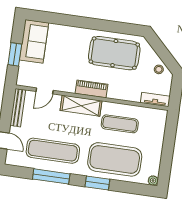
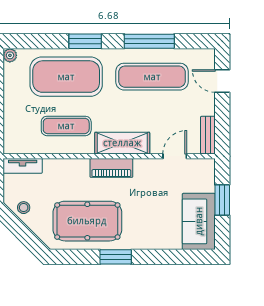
window: (98, 24) -> (116, 257), added
bench: (18, 108) -> (208, 135), width x0.73

